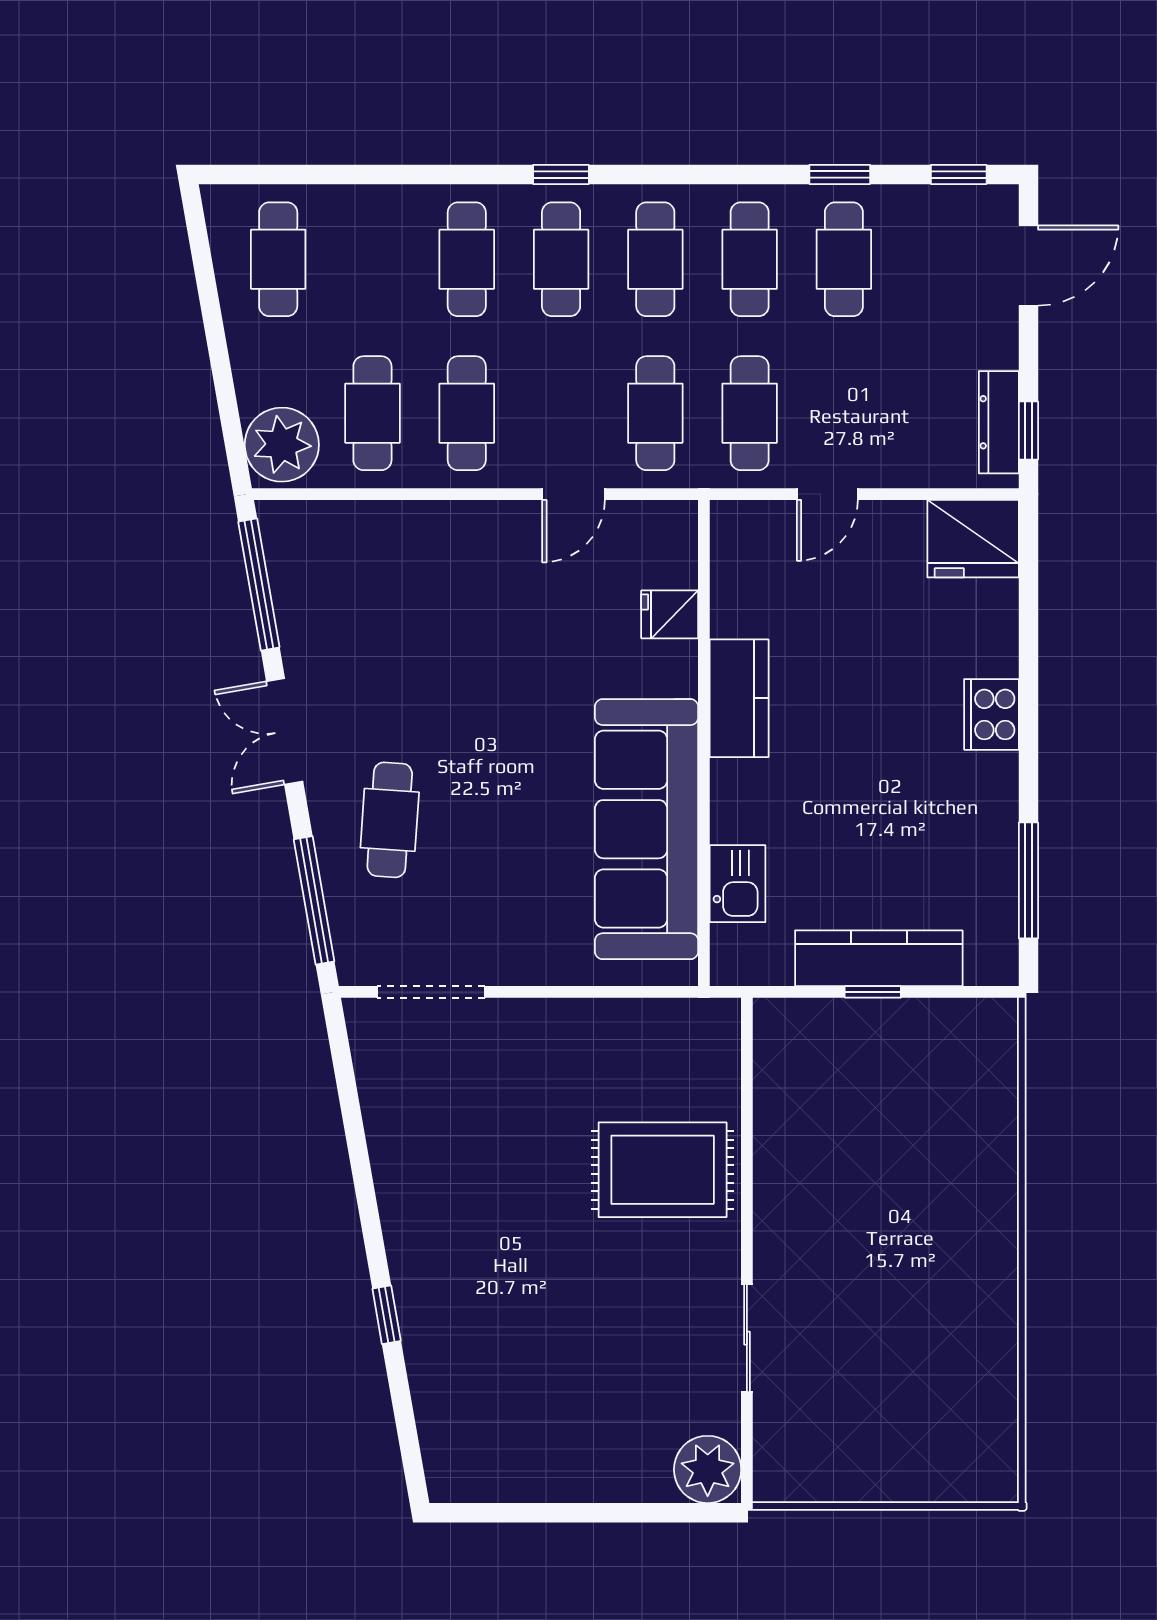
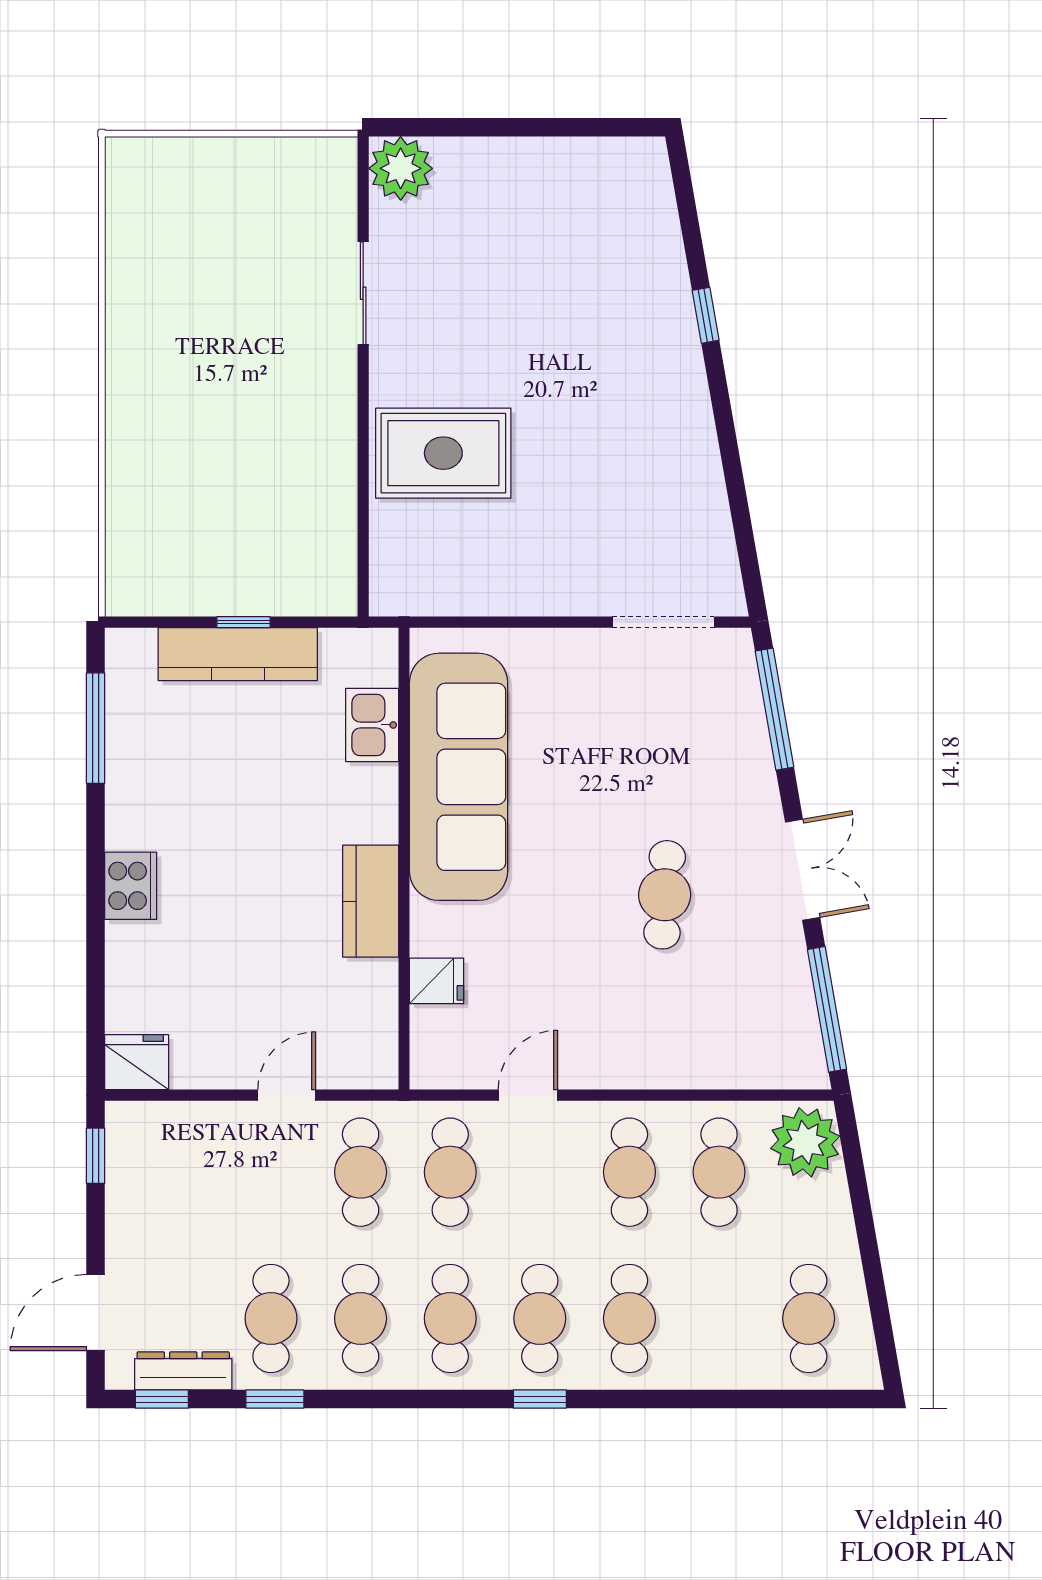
dresser: (999, 422) -> (183, 1371), moved, turned -90
fridge: (973, 539) -> (137, 1062), width x0.73, depth x0.75
cafe table: (390, 820) -> (665, 895), moved

